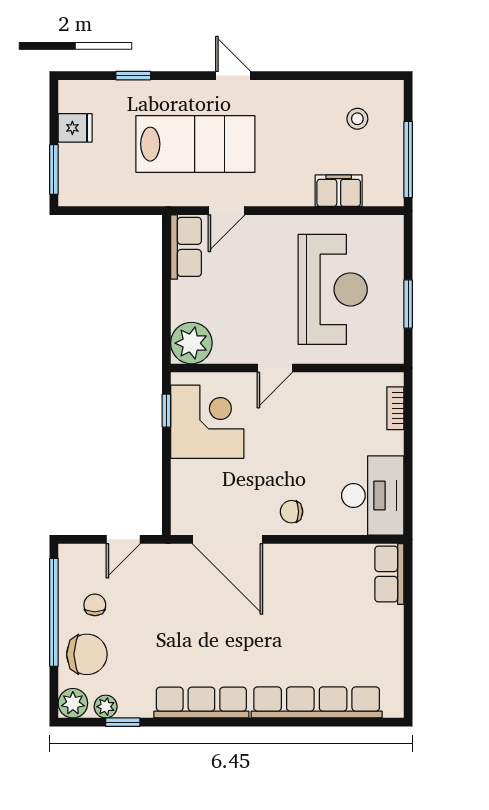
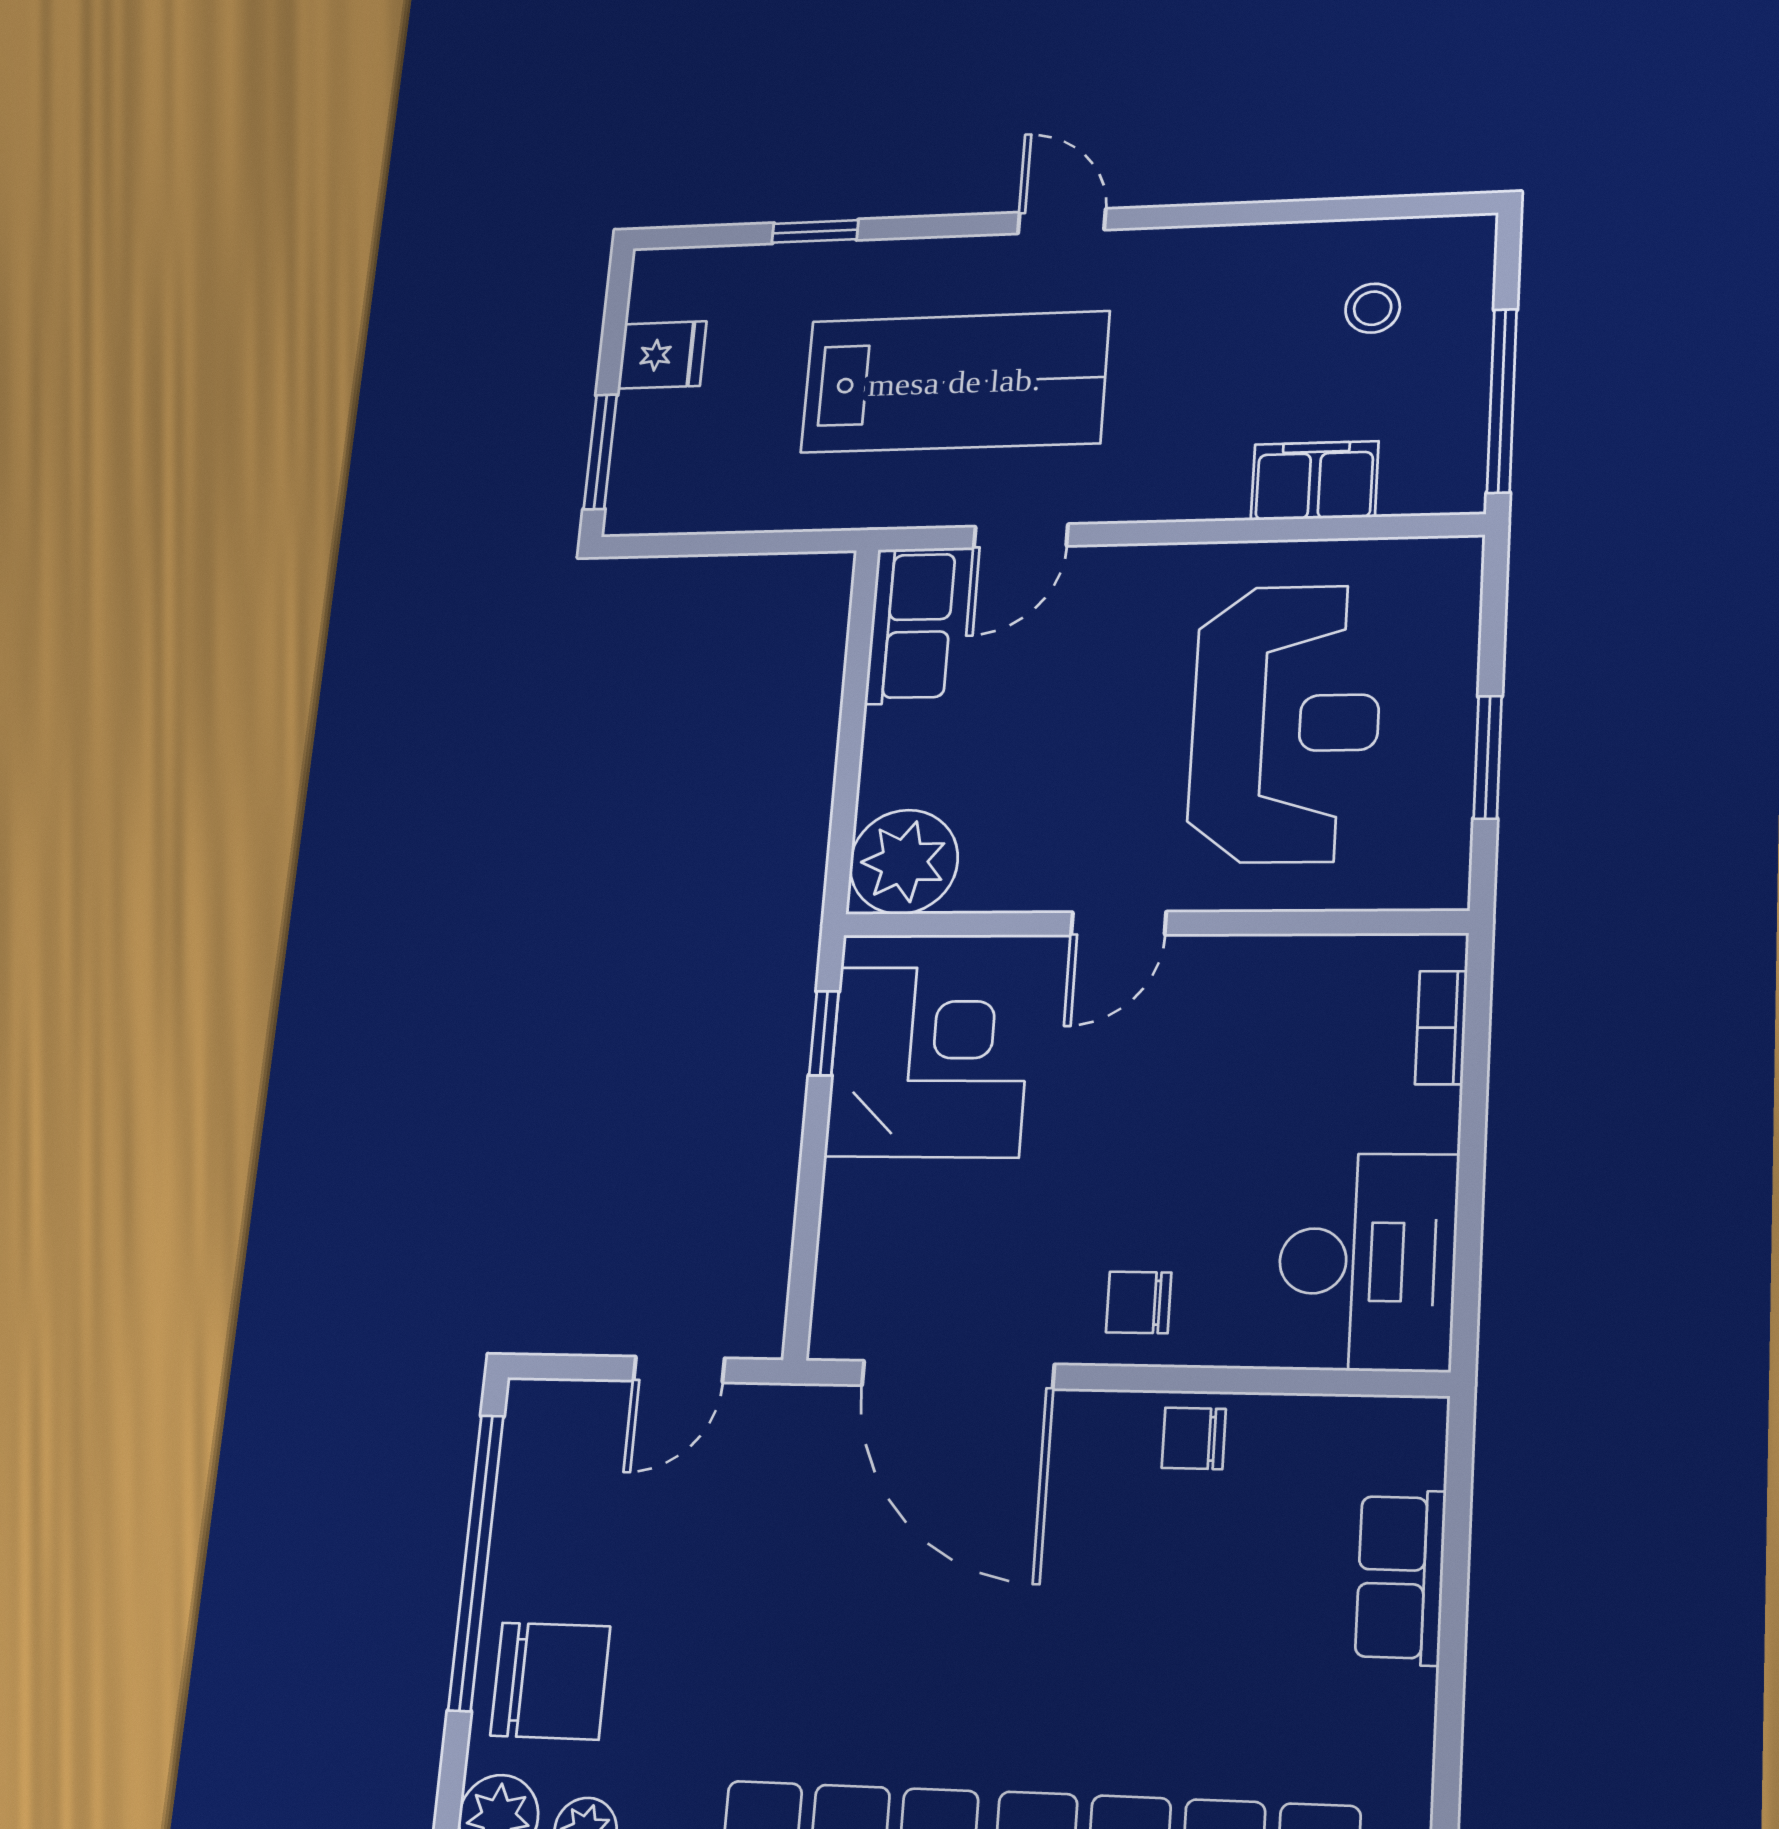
row of seats: (389, 574) -> (1400, 1577), moved
chair: (95, 605) -> (1194, 1438), moved, turned -90

